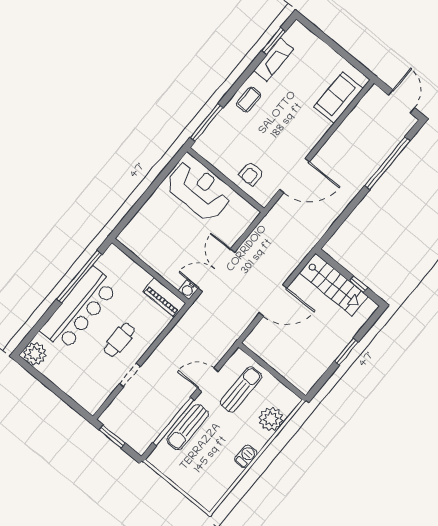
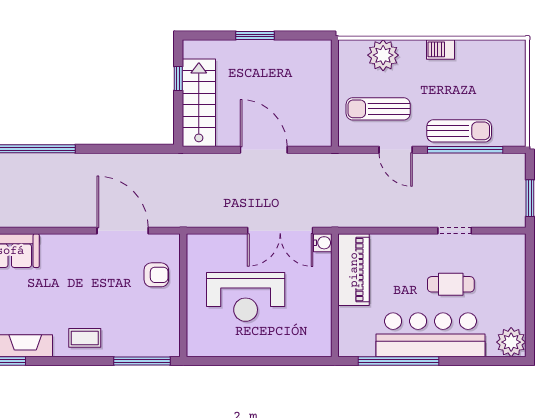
reception desk: (199, 190) -> (246, 297), moved, turned -90
piano: (164, 297) -> (354, 270), width x1.37, depth x1.33
cafe table: (119, 340) -> (451, 284), moved

